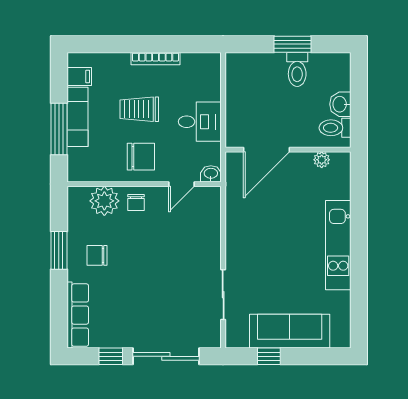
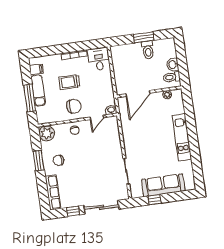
desk: (200, 122) -> (99, 59), moved, turned -90
plant: (104, 201) -> (47, 133), moved

